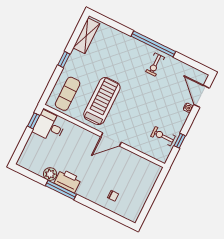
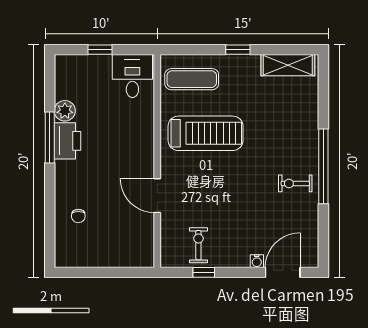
window: (34, 121) -> (100, 50), moved
door: (111, 139) -> (157, 196), moved

